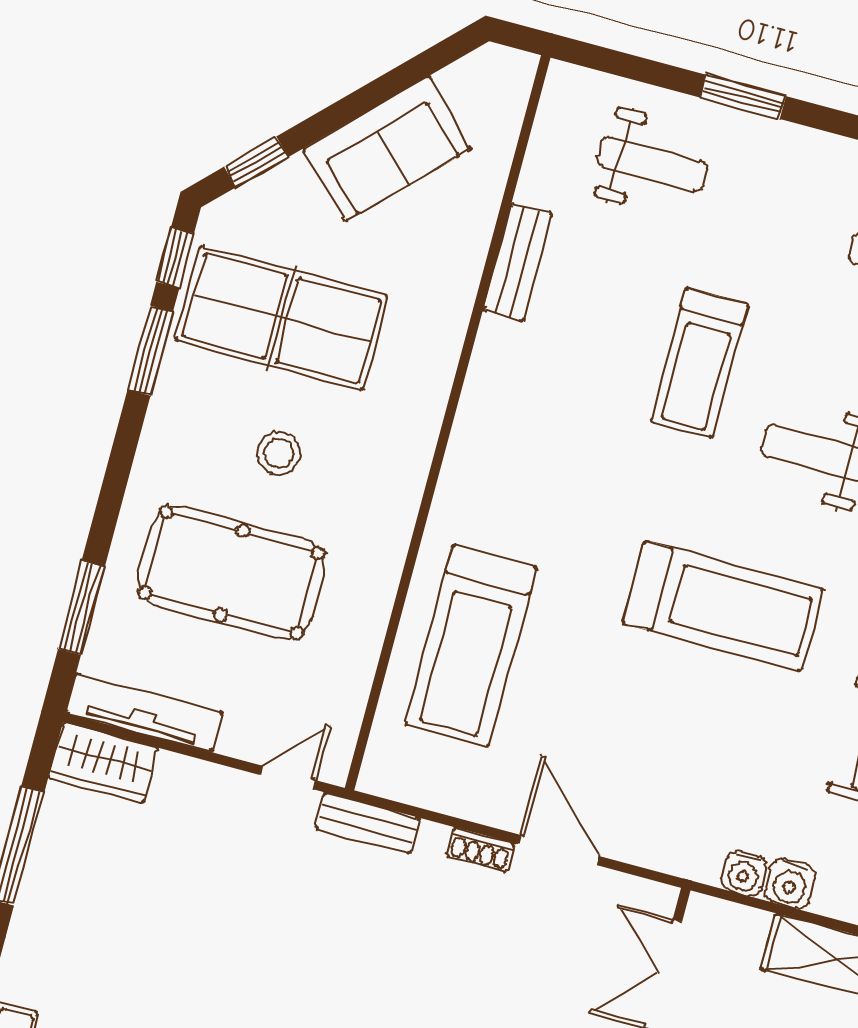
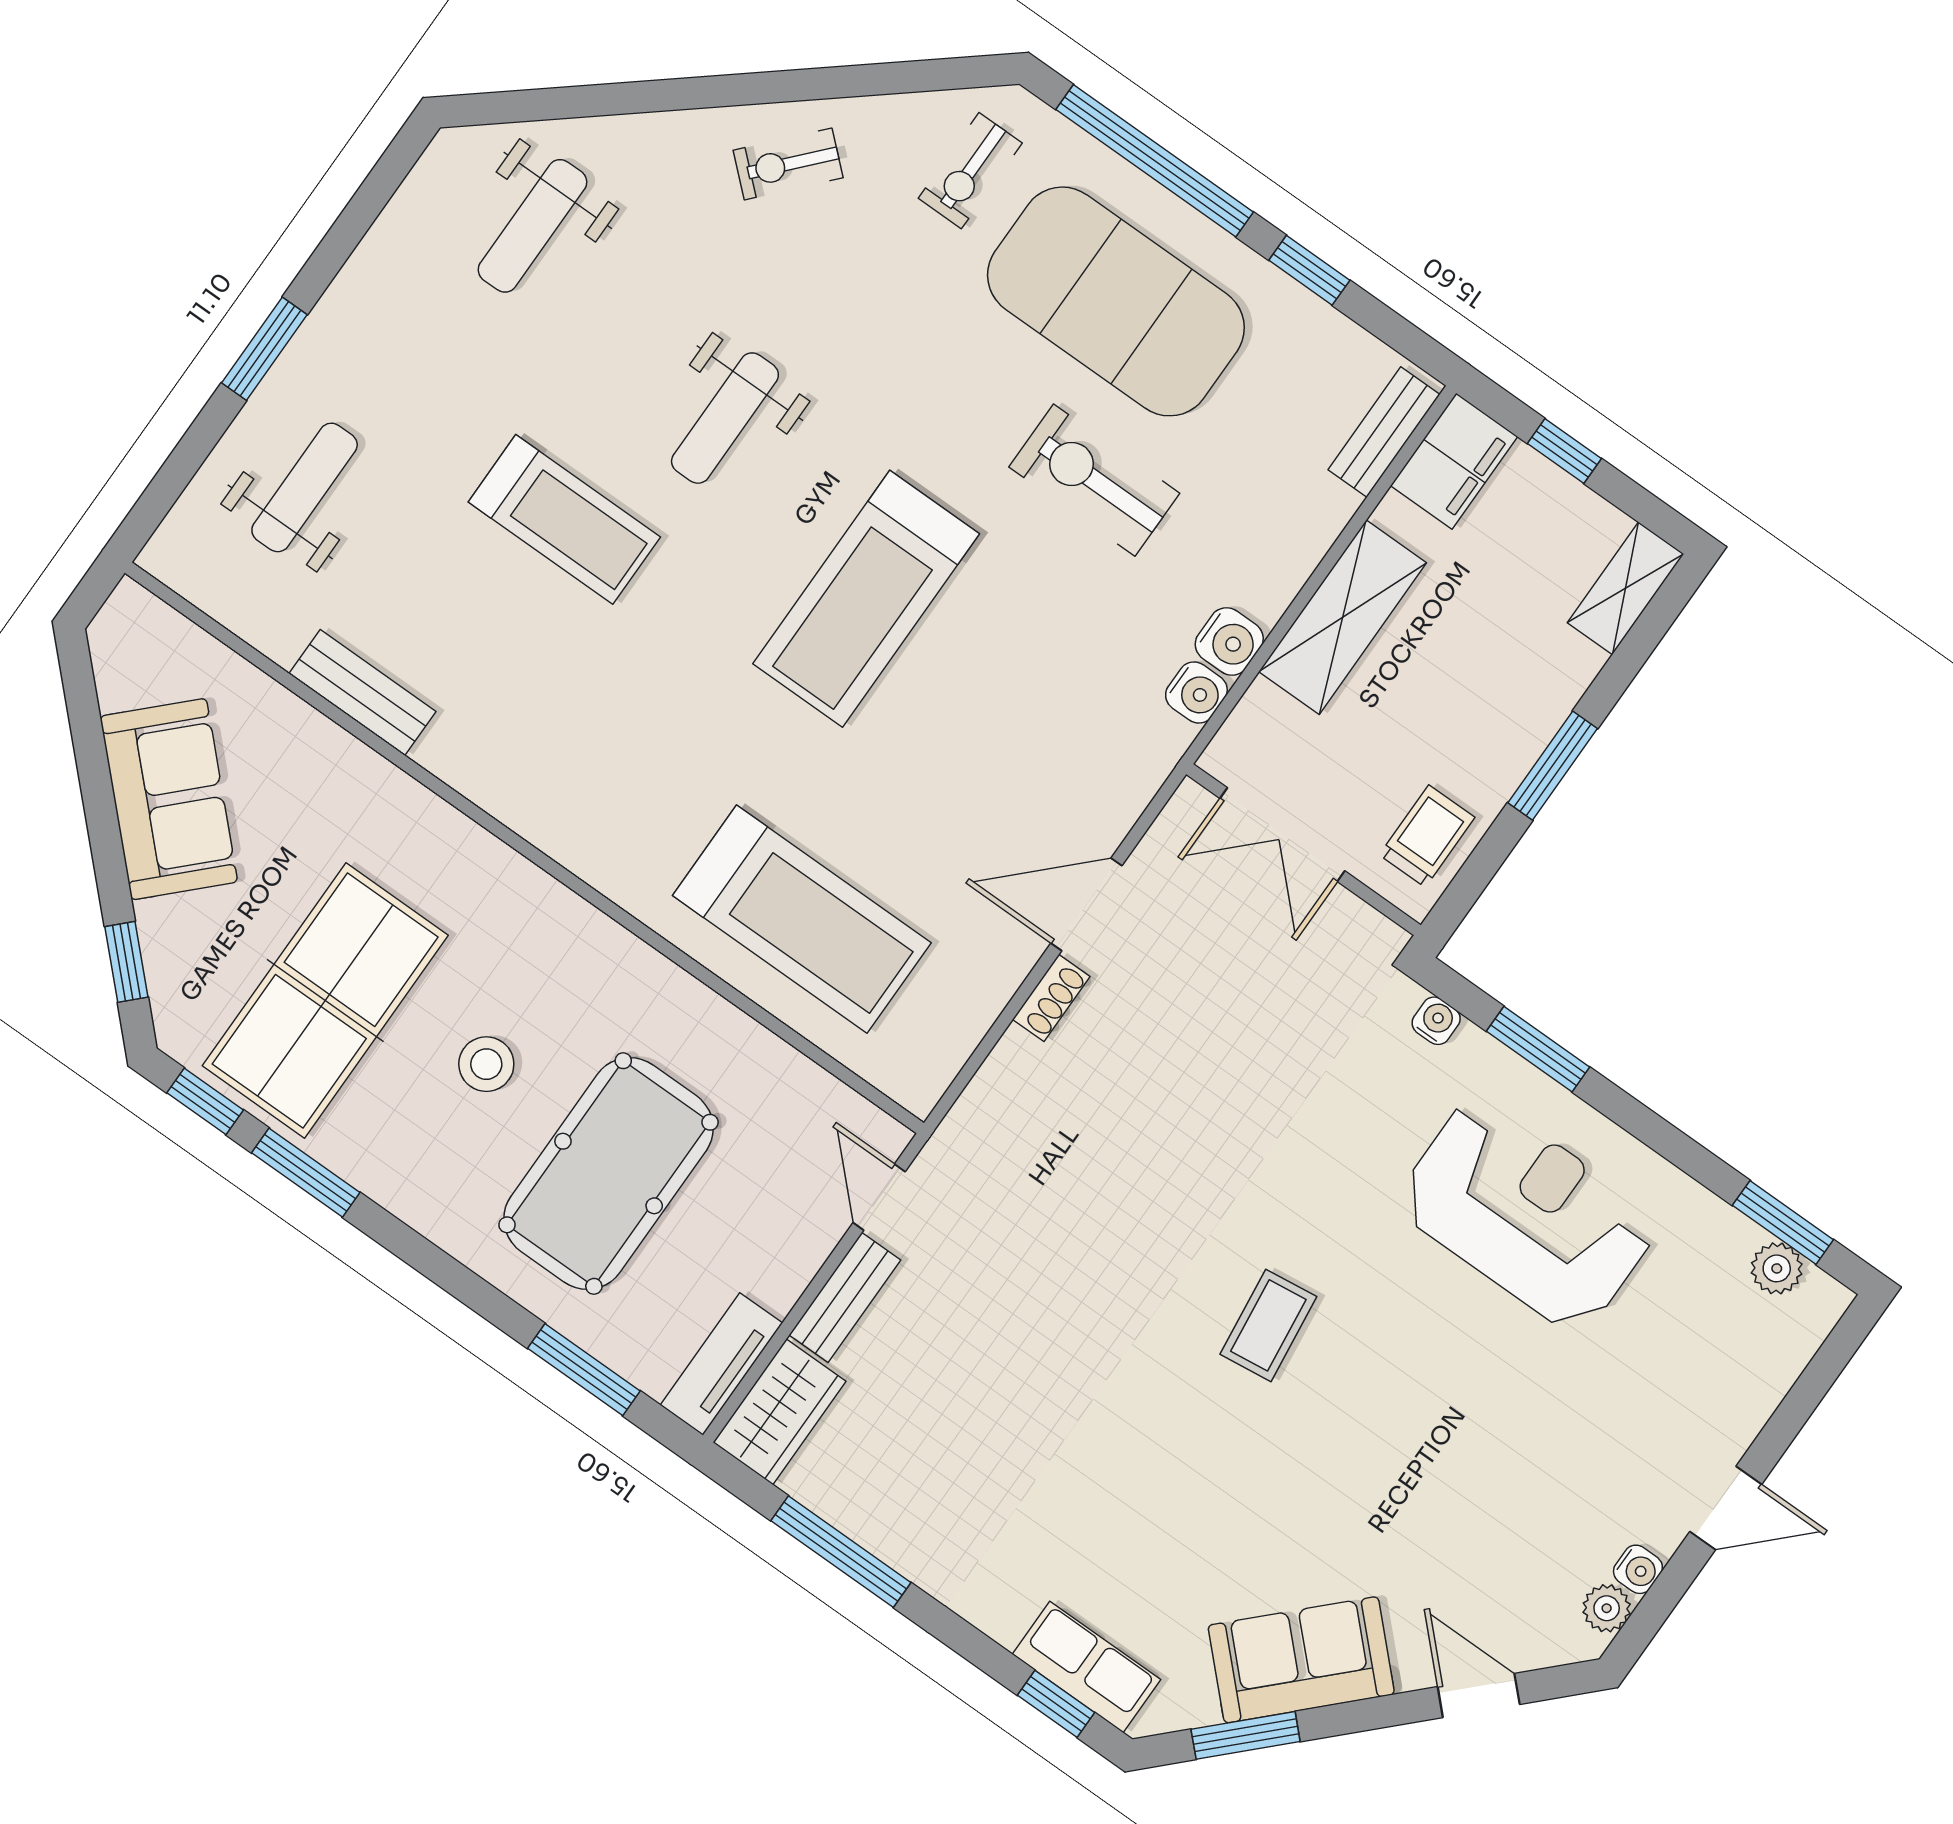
treadmill: (723, 606) -> (866, 599), turned 180
tv unit: (144, 713) -> (721, 1364), width x0.71
bench: (367, 823) -> (845, 1297), moved

